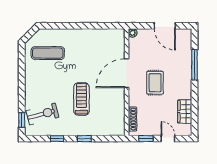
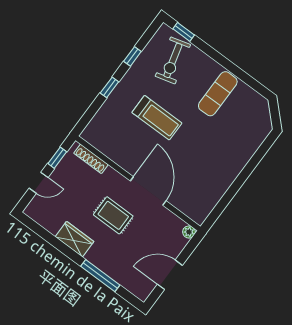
exercise mat: (48, 53) -> (218, 94), moved
wardrobe: (185, 111) -> (75, 239), moved

